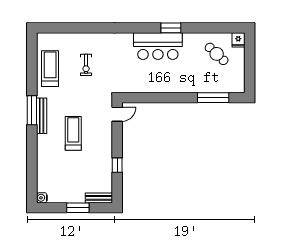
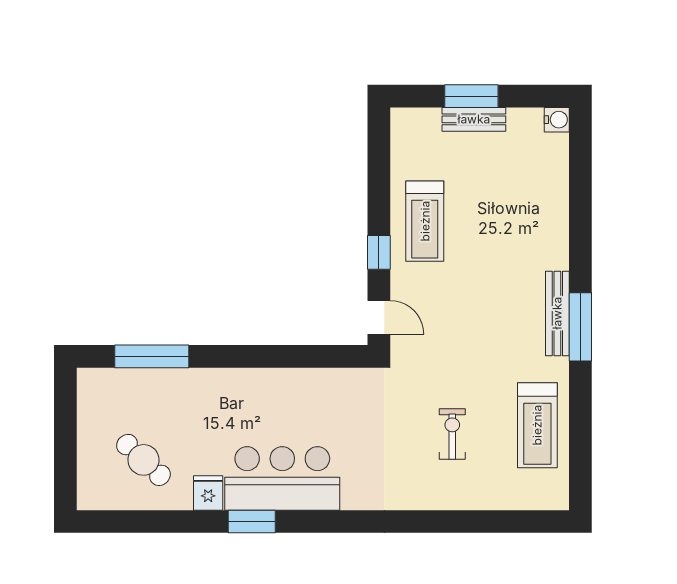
fridge: (238, 40) -> (208, 493), moved
door: (117, 114) -> (379, 317), swing flipped
treadmill: (73, 133) -> (425, 221), moved
window: (117, 165) -> (379, 252), moved
bench: (99, 198) -> (474, 119), moved

